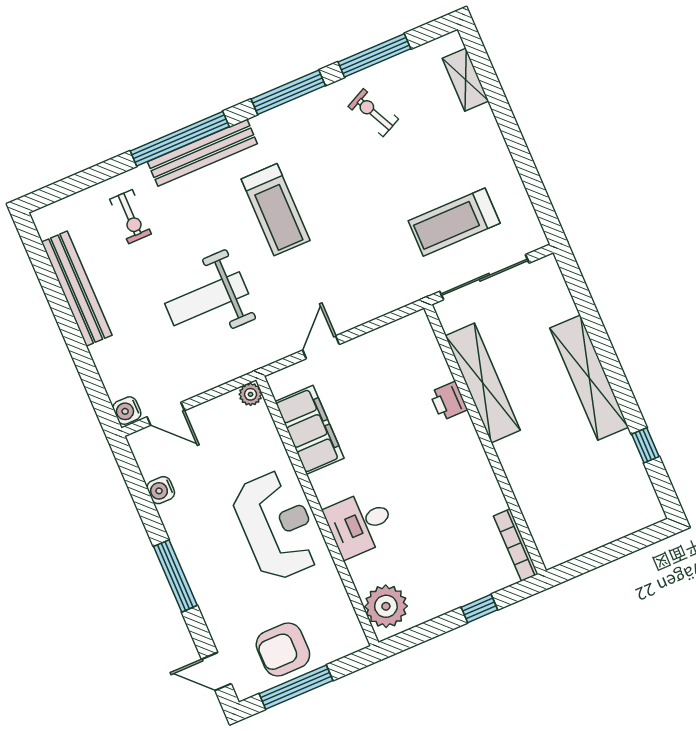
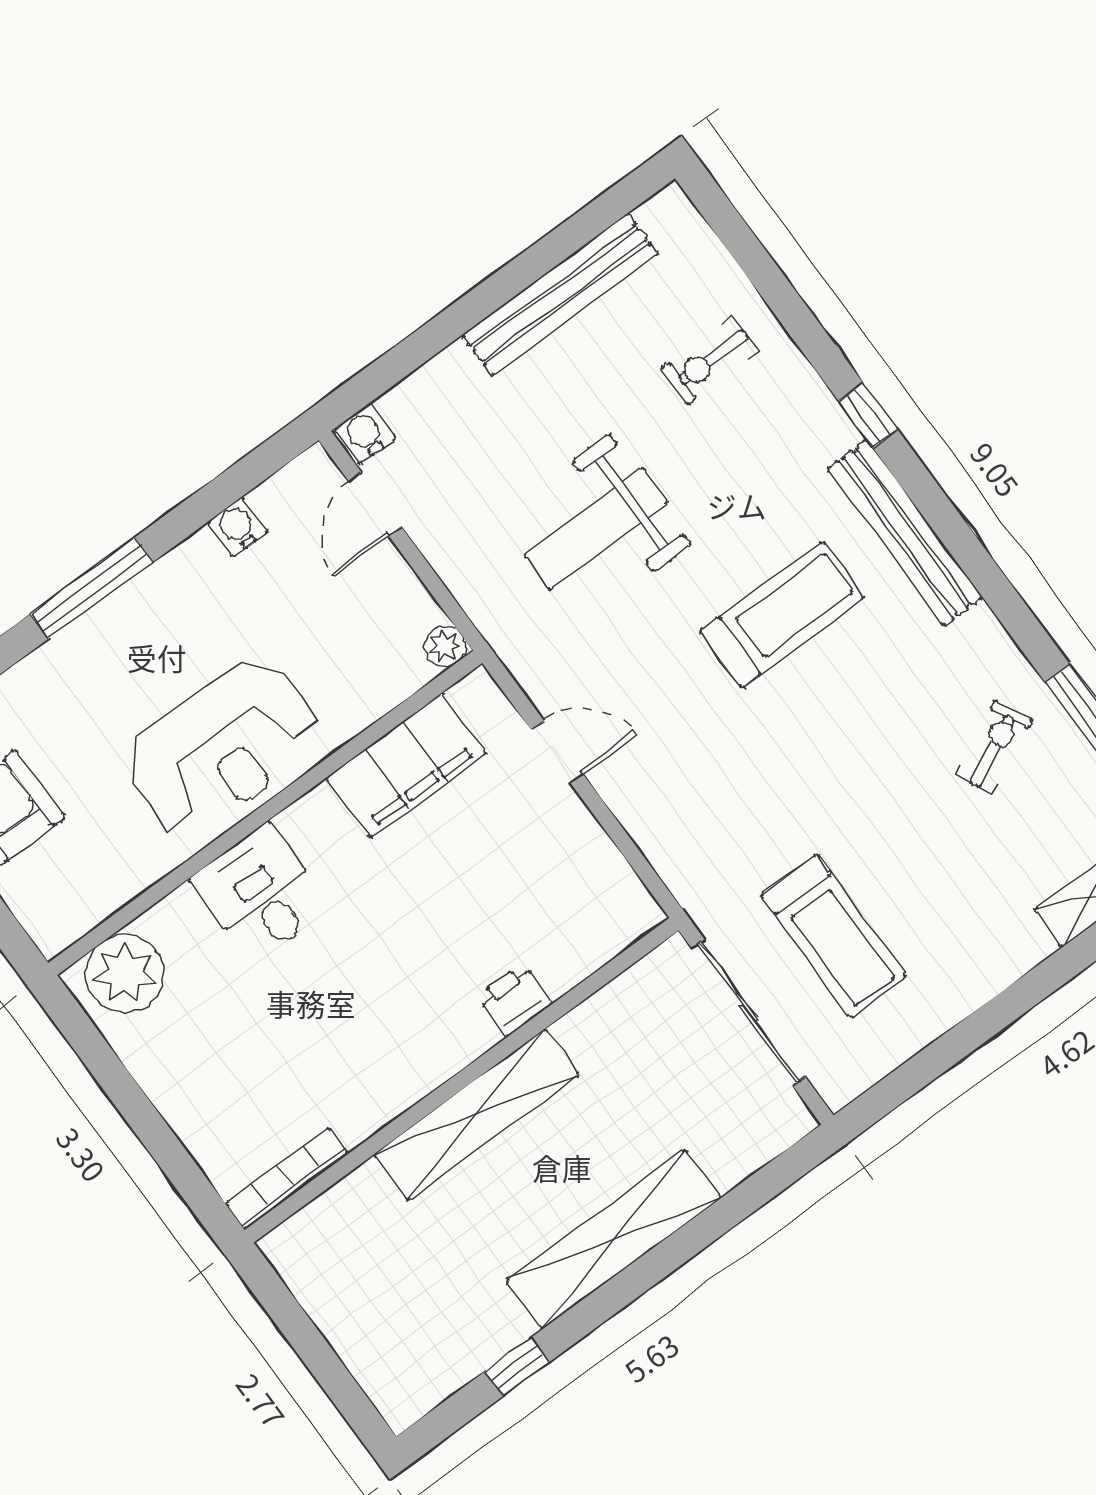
window: (288, 92) -> (995, 589), removed
window: (180, 139) -> (868, 415), width x0.32
bench: (202, 153) -> (905, 533), moved
treadmill: (276, 210) -> (782, 614), turned 180
treadmill: (454, 222) -> (834, 936), turned 180
weight bench: (207, 299) -> (596, 529), turned -90
shelving: (483, 383) -> (476, 1115), moved
window: (479, 609) -> (159, 1140), removed

